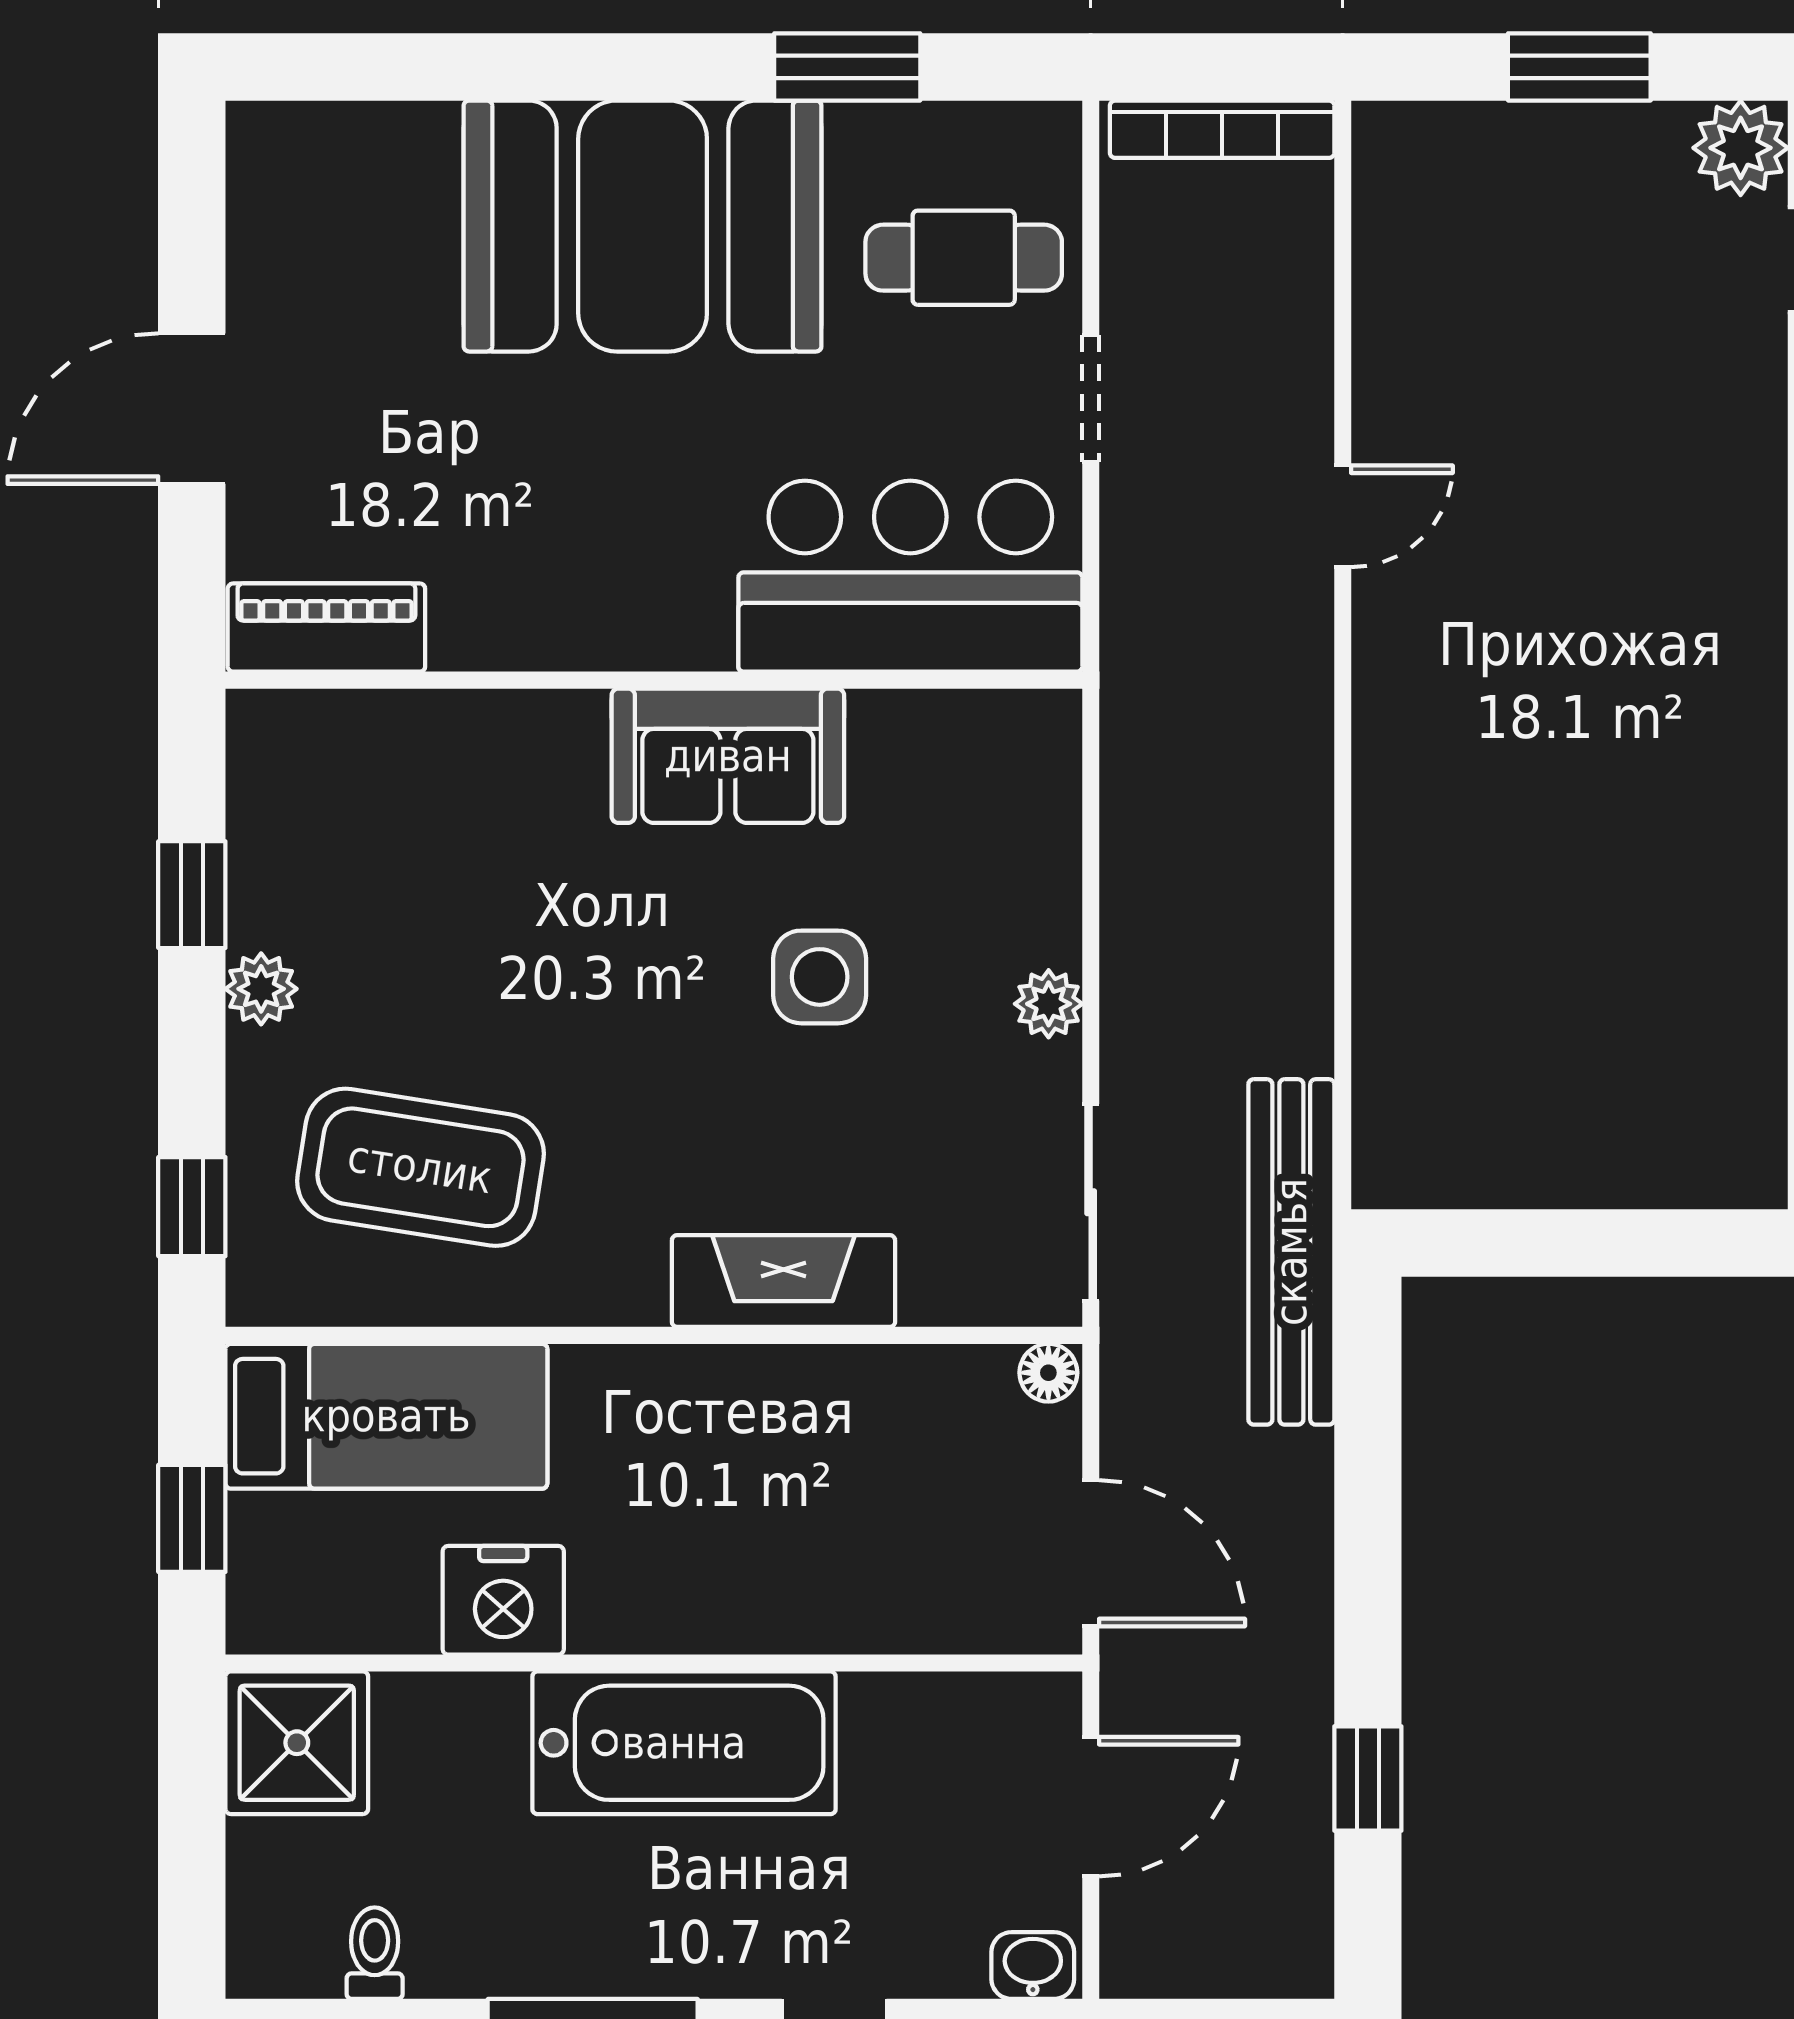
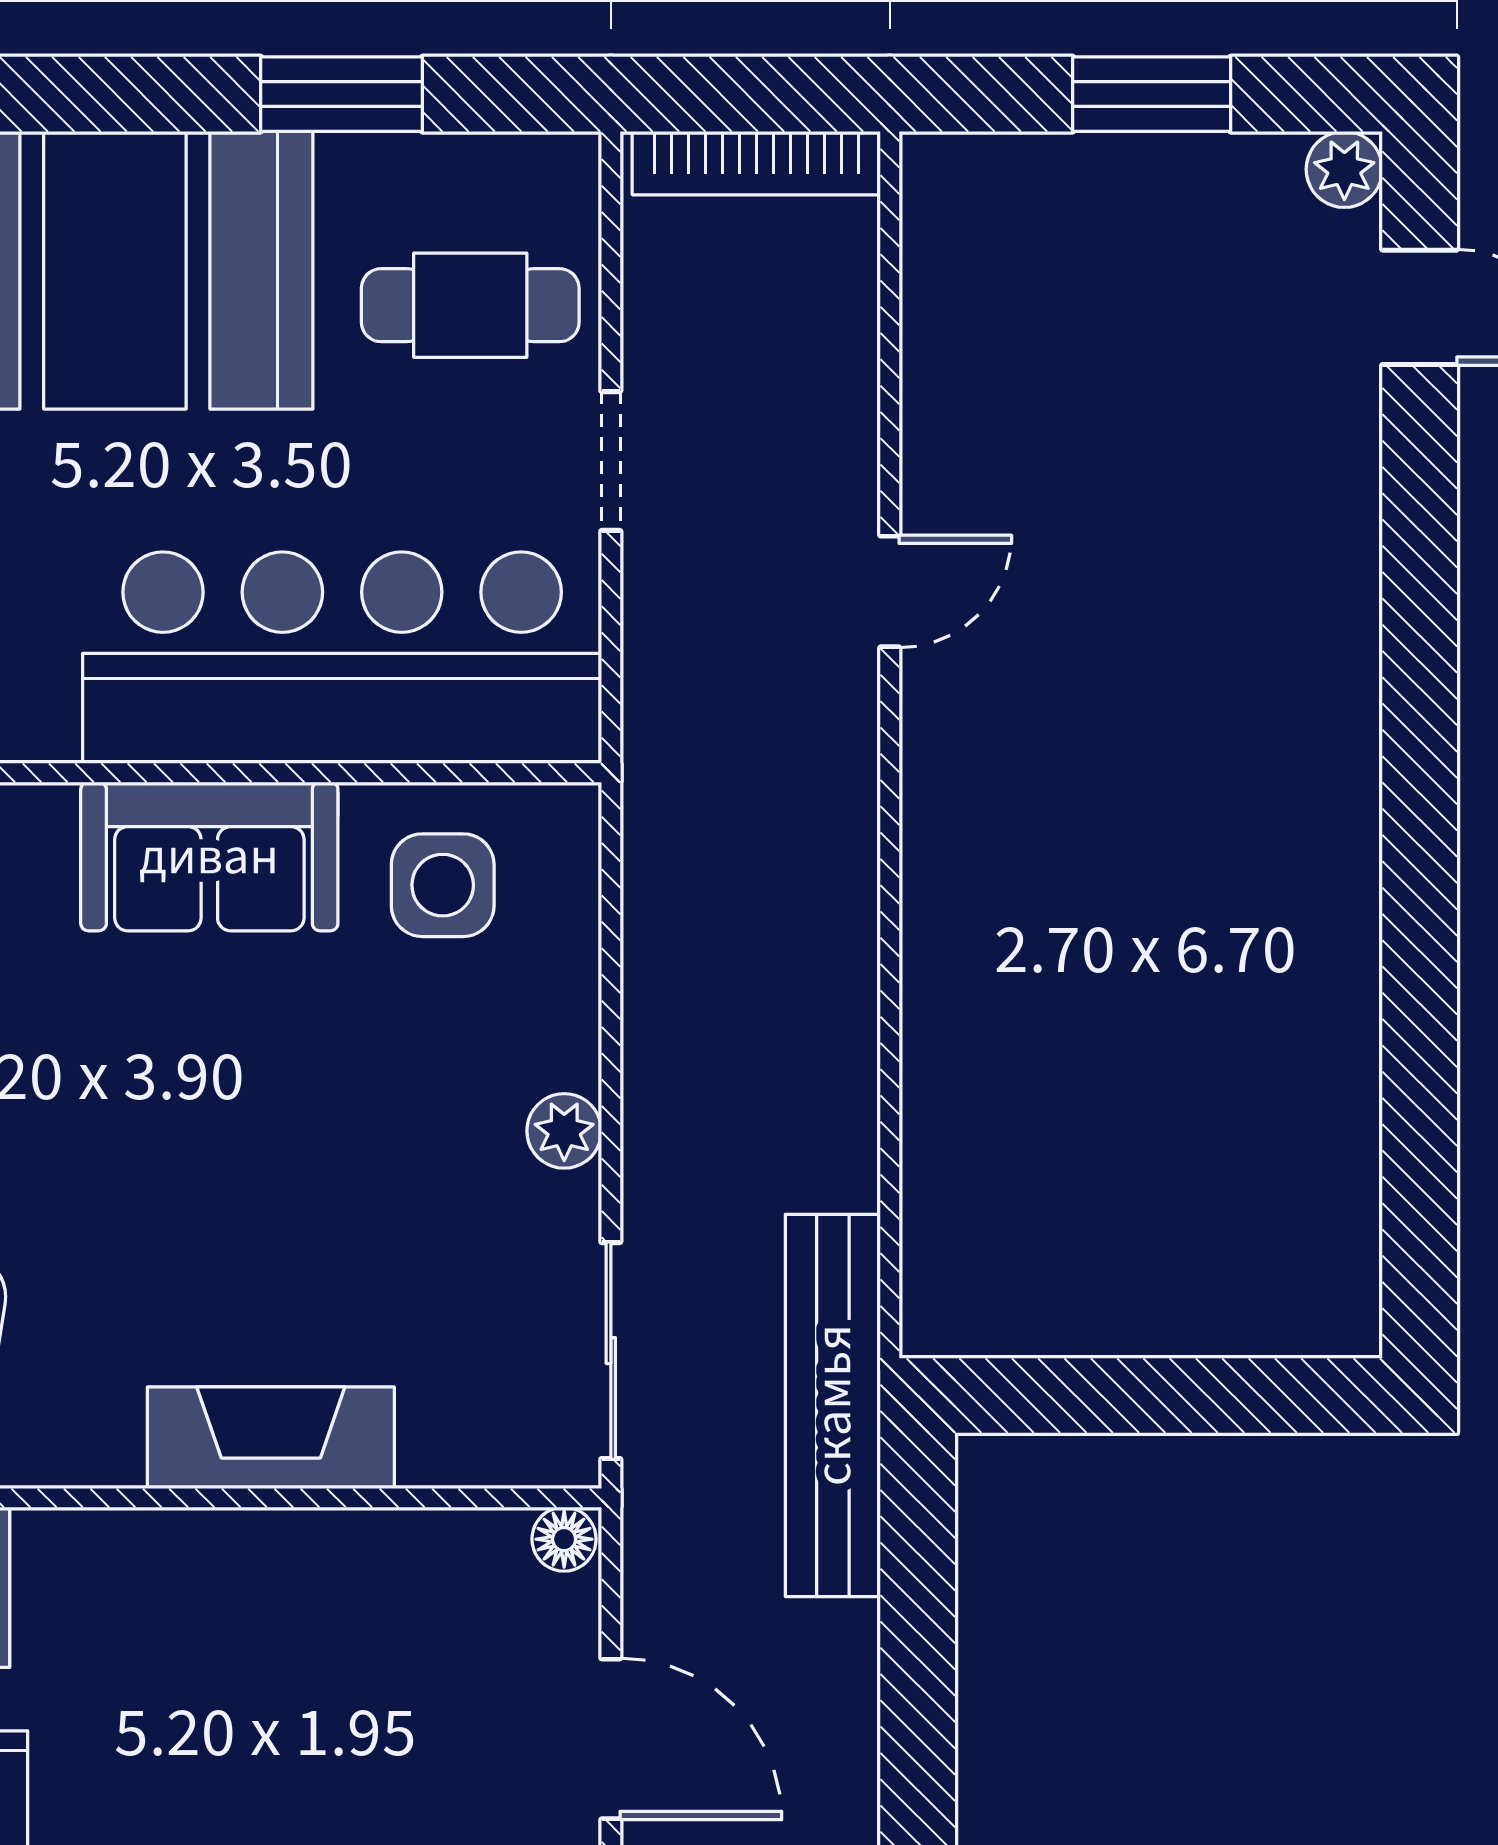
plant: (1741, 148) -> (1344, 169), width x0.73, depth x0.73
bar counter: (910, 576) -> (342, 658), width x1.36
side table: (820, 977) -> (443, 885), moved

